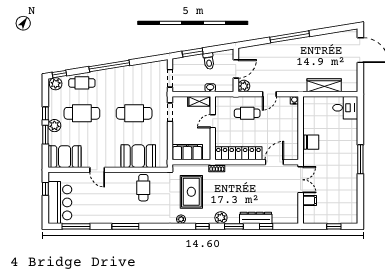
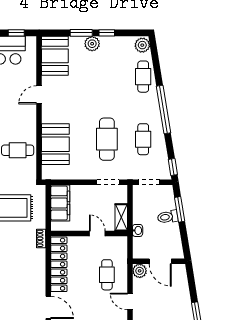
toilet: (209, 61) -> (168, 217), moved
window: (59, 74) -> (173, 167), moved
cafe table: (82, 113) -> (143, 139), moved, width x0.73, depth x0.74

